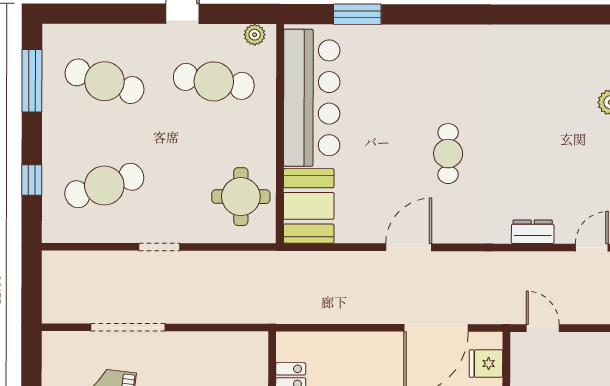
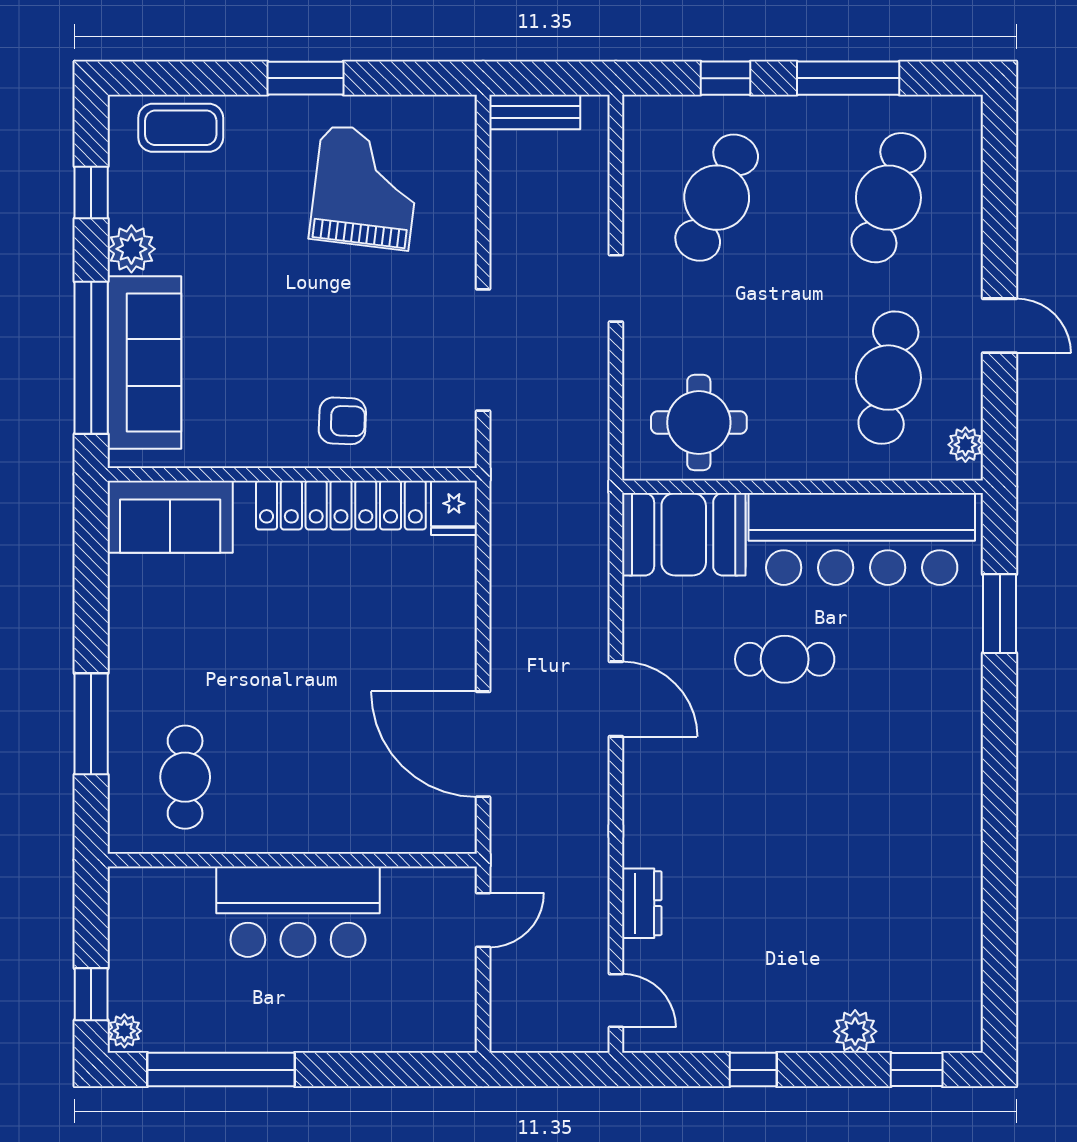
window: (32, 81) -> (848, 78), moved
cafe table: (448, 154) -> (785, 659), moved
cafe table: (104, 186) -> (717, 198), turned 42
bench: (52, 296) -> (535, 112), added
doorway: (128, 327) -> (483, 350), moved
fridge: (486, 364) -> (454, 508), moved, turned 180

